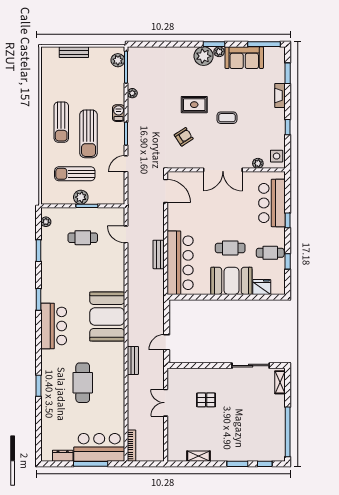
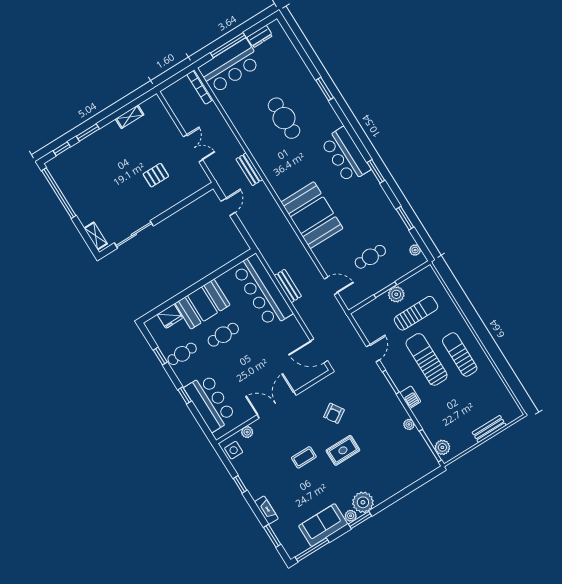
booth: (107, 317) -> (312, 215), moved

